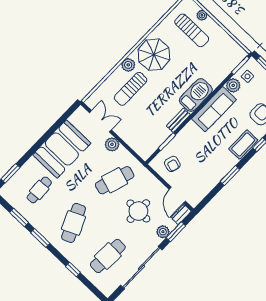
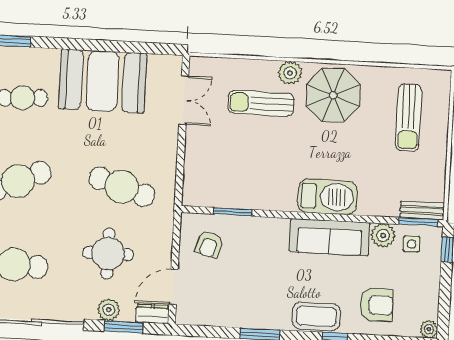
plant: (202, 15) -> (440, 114), removed
bench: (178, 120) -> (422, 211), moved
plant: (112, 144) -> (166, 142), removed

